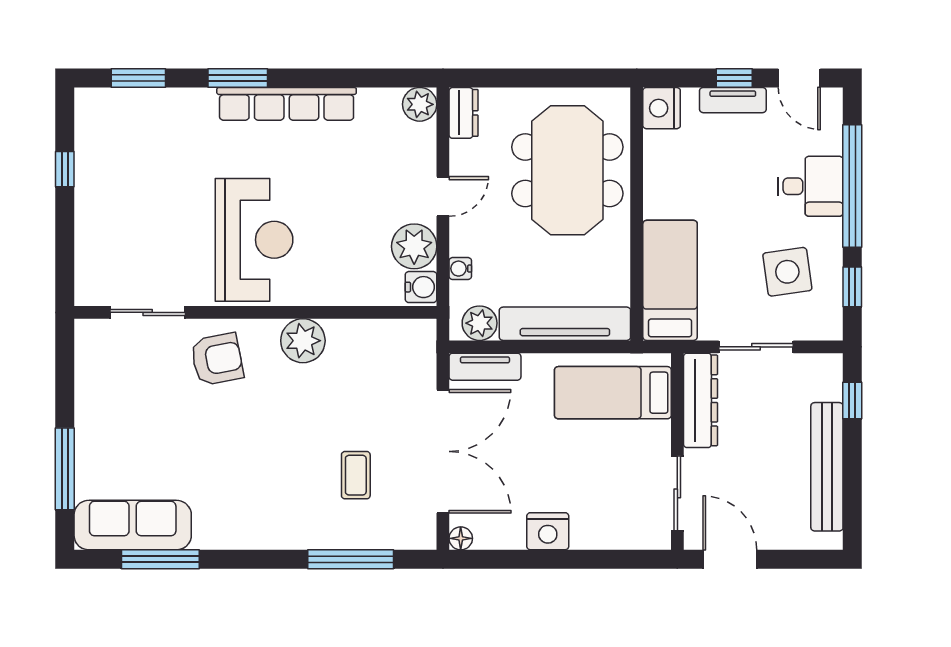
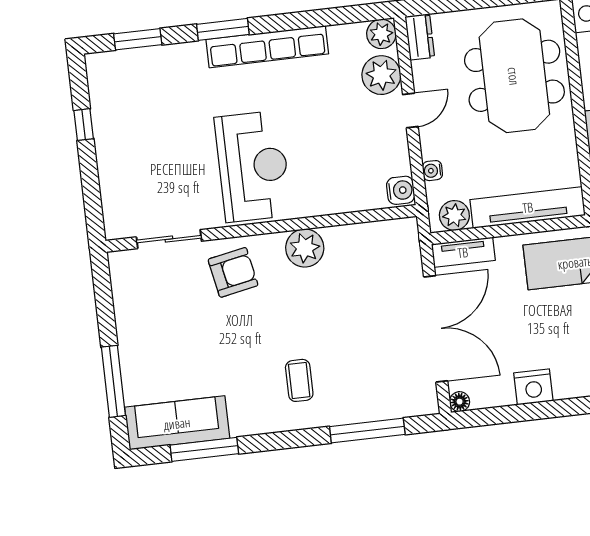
plant: (414, 246) -> (381, 75), moved
coffee table: (356, 475) -> (299, 380), moved

